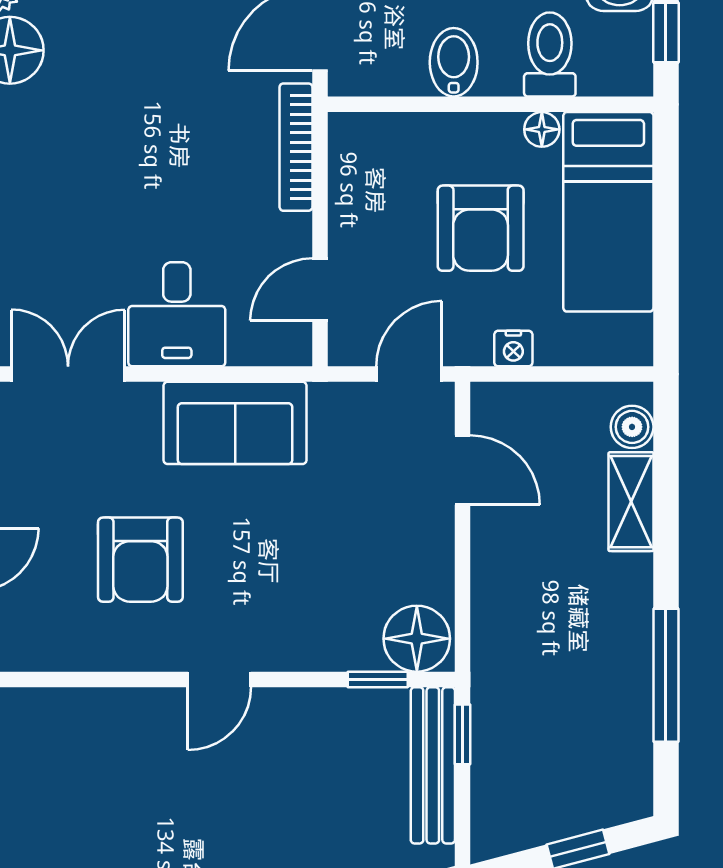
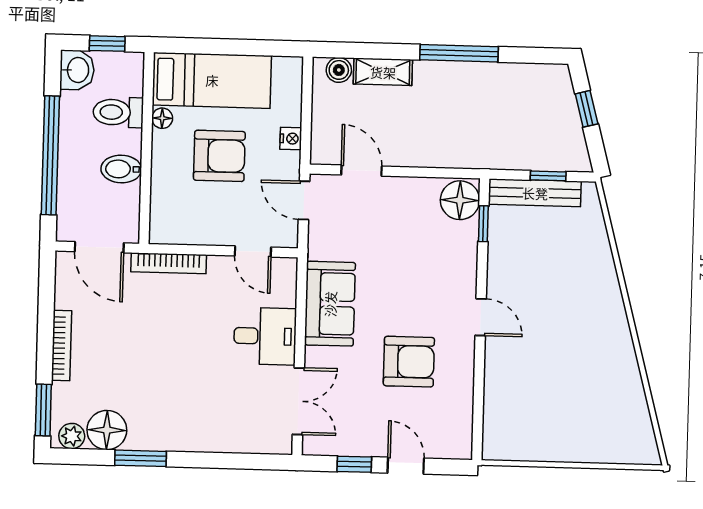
double door: (68, 374) -> (298, 401), swing flipped
door: (462, 470) -> (361, 171), hinge flipped
window: (666, 675) -> (459, 53), moved
window: (462, 734) -> (548, 176), moved

